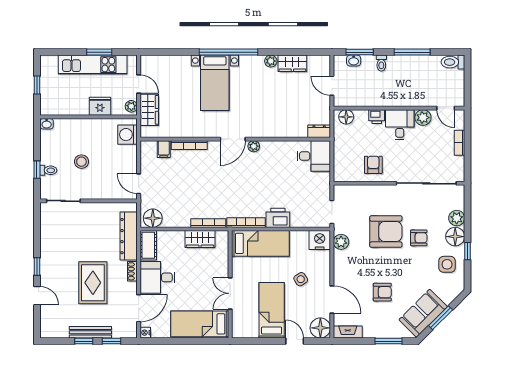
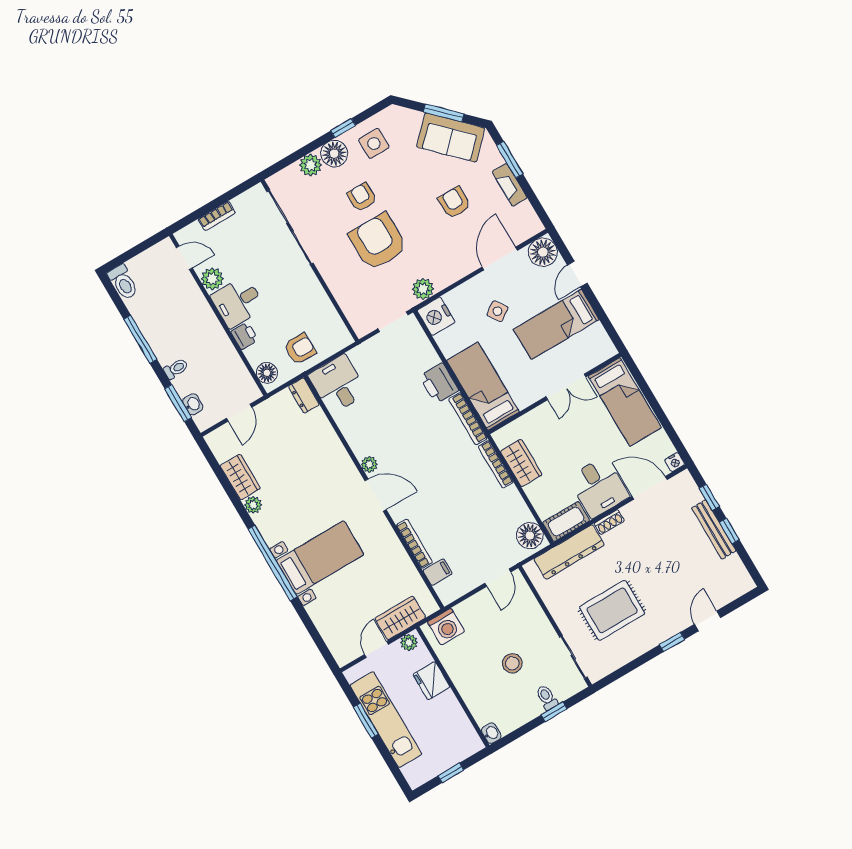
door: (446, 108) -> (184, 258), hinge flipped
armchair: (373, 165) -> (300, 349), moved, turned 180
rug: (93, 283) -> (612, 610), moved
fireplace: (348, 332) -> (510, 185), moved

